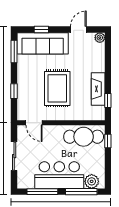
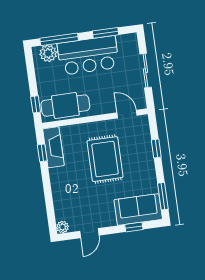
sofa: (43, 43) -> (138, 209), width x0.73
fireplace: (98, 89) -> (53, 147), moved
window: (42, 192) -> (106, 33), width x0.69

